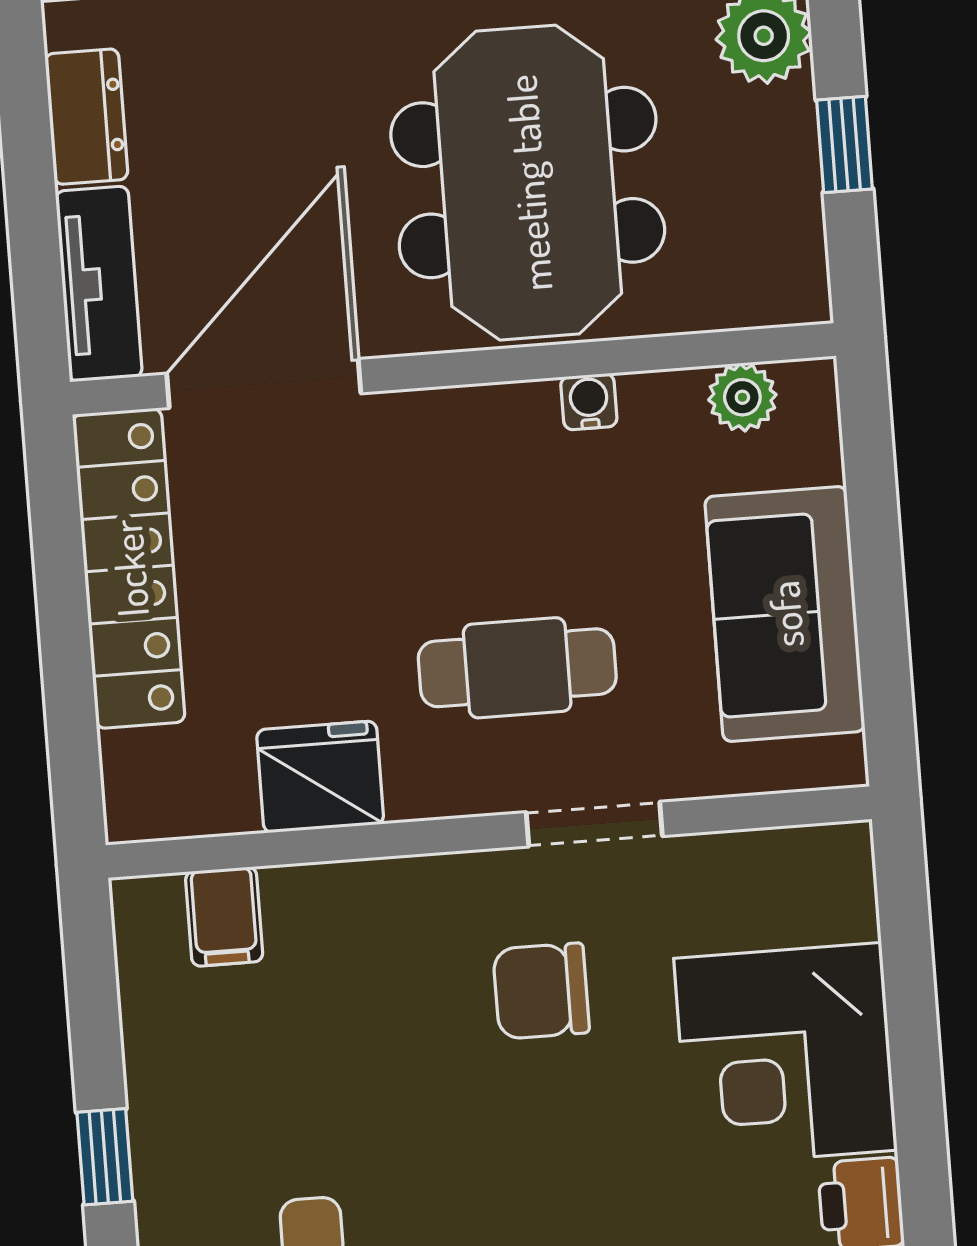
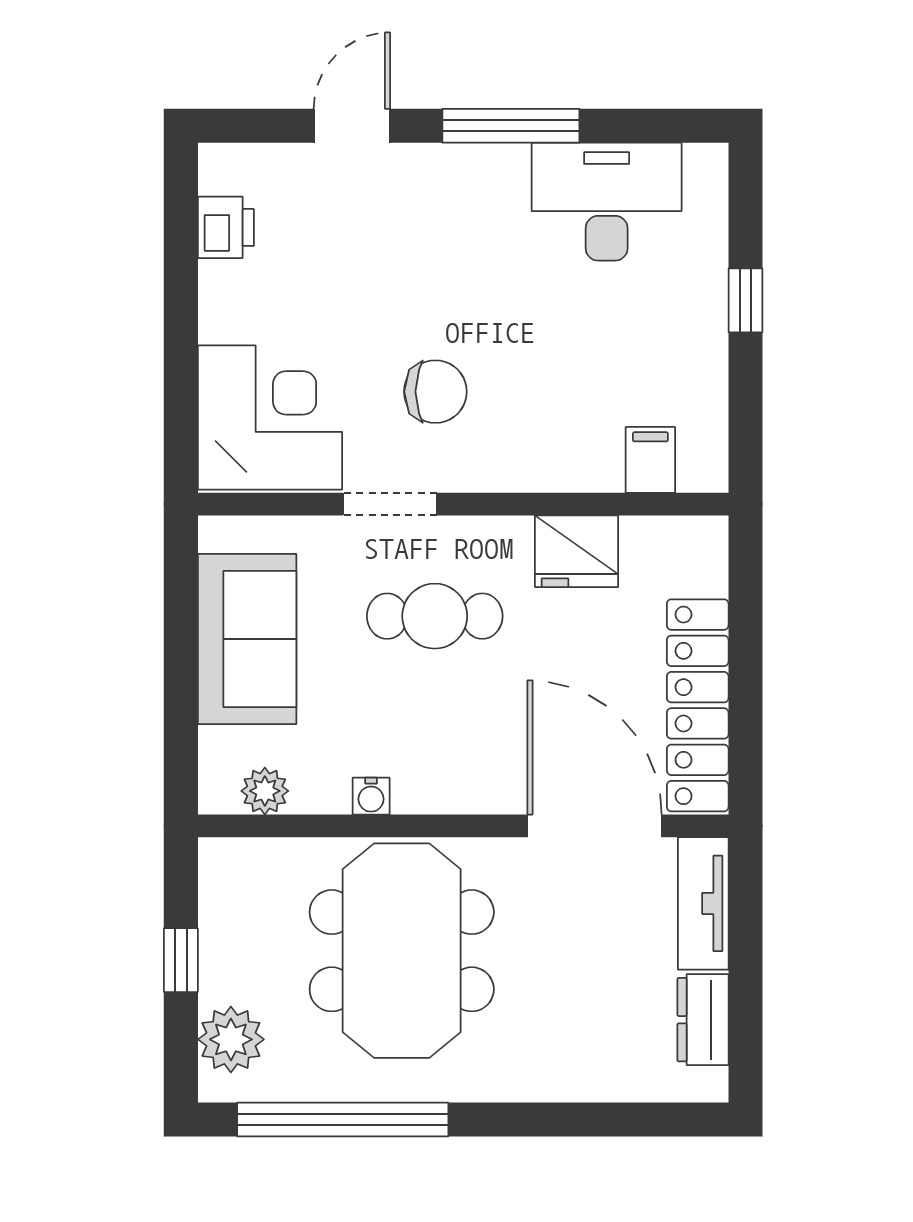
door: (264, 384) -> (595, 826), swing flipped
corner desk: (785, 1054) -> (270, 417), moved

